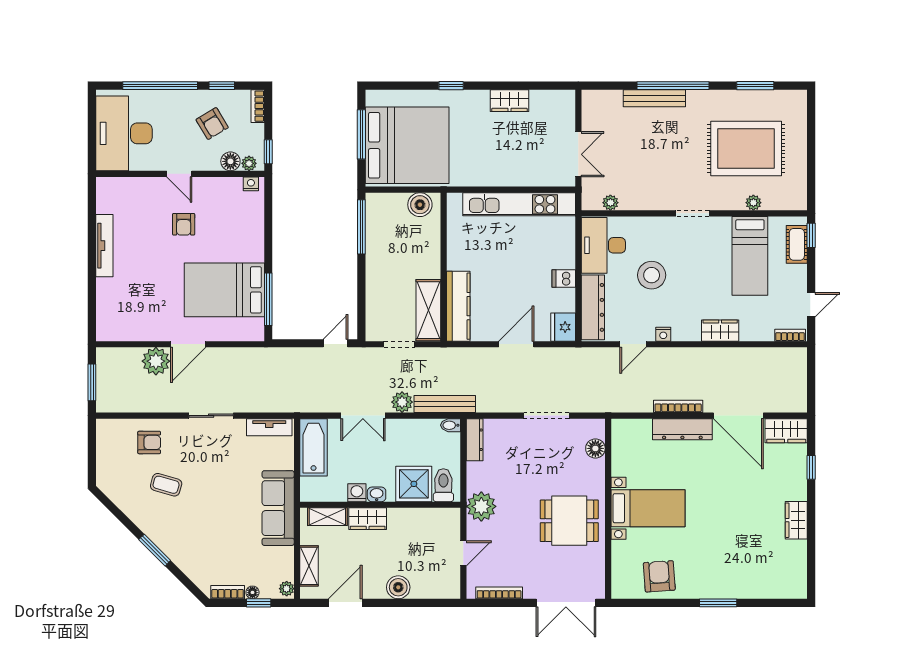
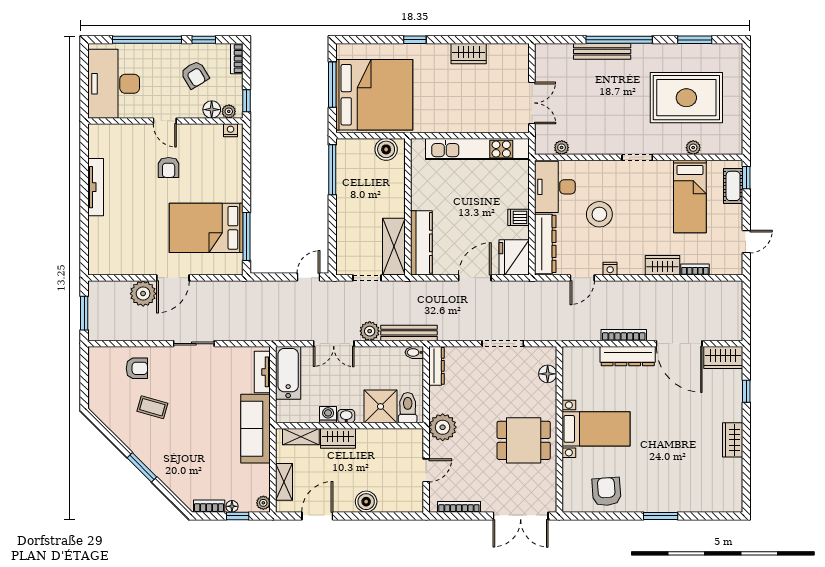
fridge: (563, 327) -> (514, 257), width x1.36, depth x1.34
bookcase: (790, 335) -> (695, 270), moved
tv unit: (269, 427) -> (262, 372), moved, turned 90

